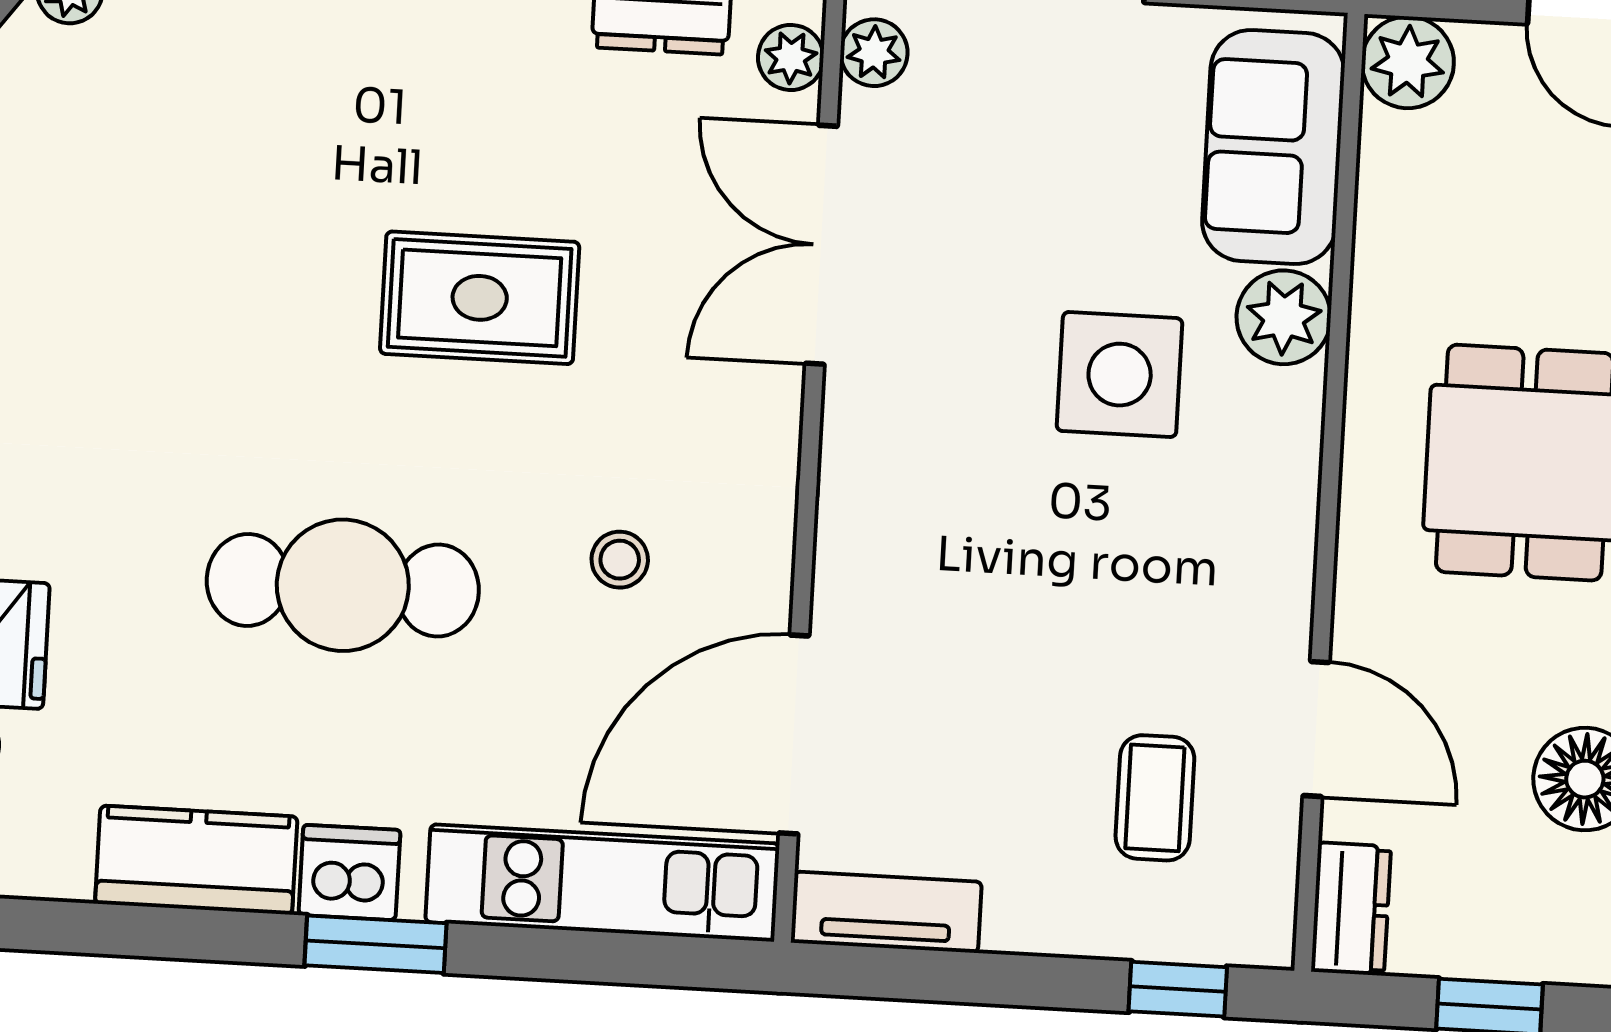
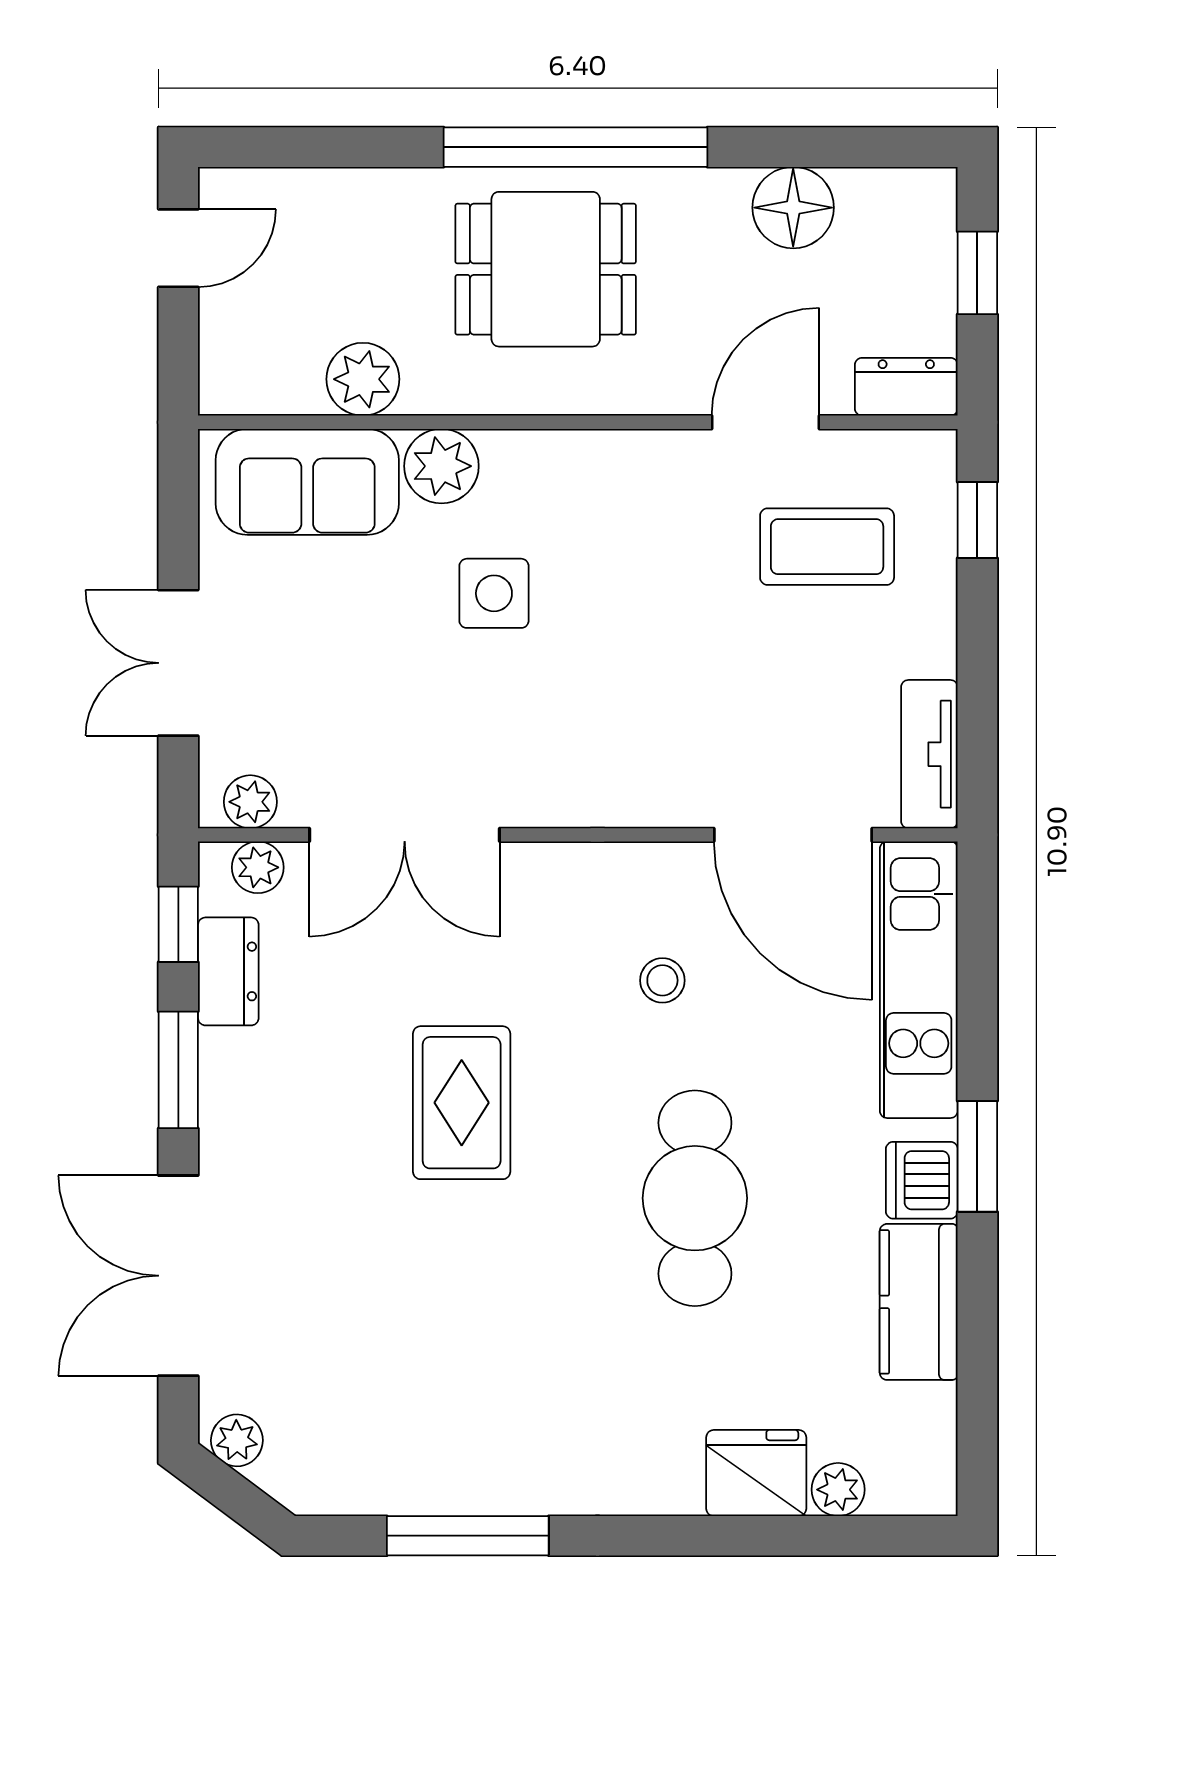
plant: (1408, 62) -> (363, 379), moved
side table: (1120, 375) -> (494, 593), width x0.73, depth x0.73
coffee table: (1155, 798) -> (827, 547), width x1.36, depth x1.30

